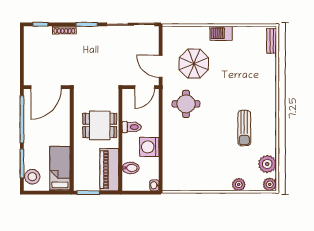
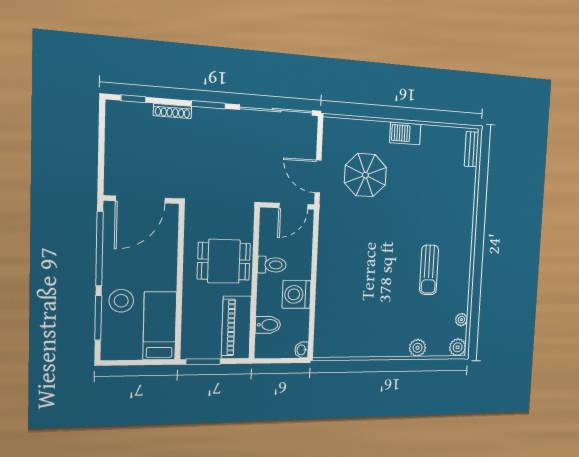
round table: (186, 104) -> (352, 233), removed
plant: (267, 164) -> (461, 320), width x0.53, depth x0.53
stool: (32, 177) -> (121, 301), moved

